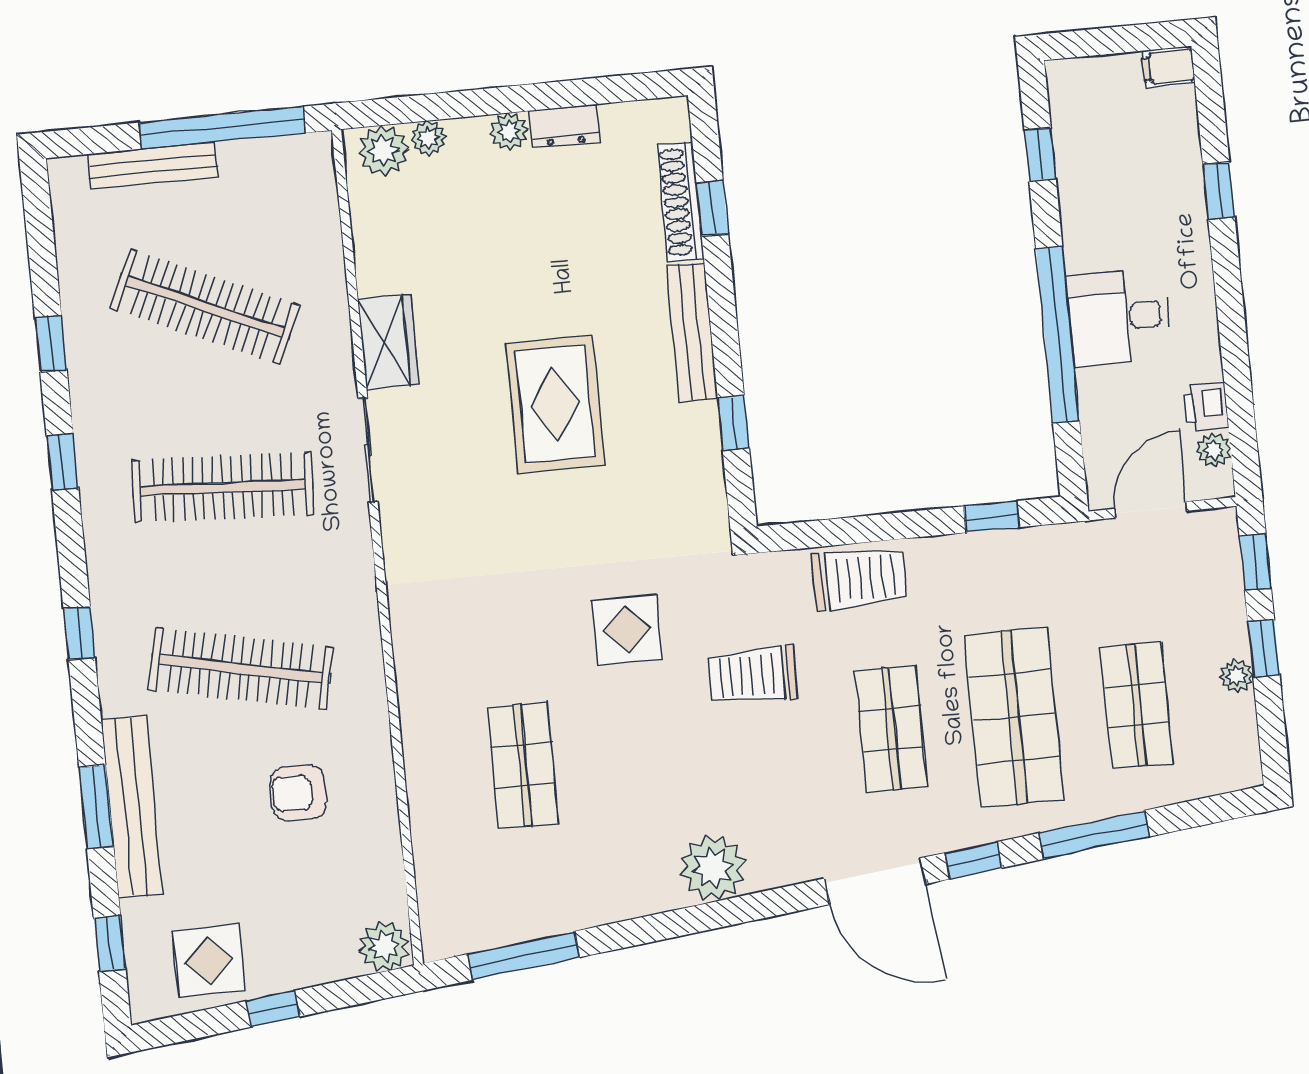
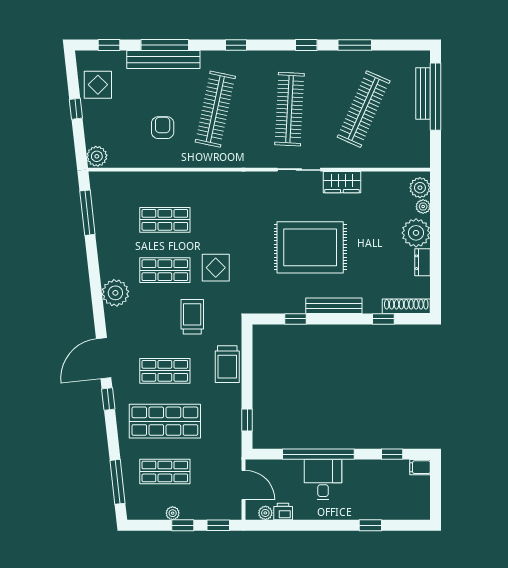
filing cabinet: (1168, 67) -> (420, 467), moved, turned -90
window: (222, 128) -> (436, 97), moved
plant: (509, 131) -> (416, 233), width x1.87, depth x1.87
shoe rack: (680, 202) -> (406, 306), moved
window: (51, 344) -> (355, 45), width x1.50
rug: (555, 404) -> (310, 247), width x1.37, depth x1.44
shop shelf: (645, 753) -> (165, 270), added
window: (96, 807) -> (165, 45), width x1.44
window: (1095, 835) -> (117, 482), moved

